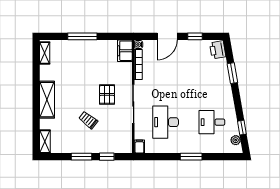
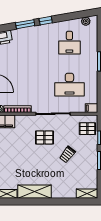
shelving: (47, 100) -> (34, 192), moved
window: (242, 128) -> (46, 21), moved
pallet: (117, 142) -> (87, 129), added

